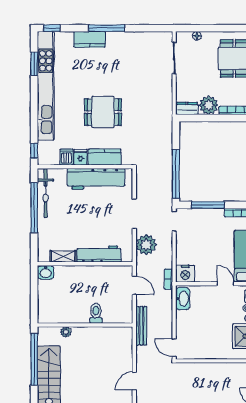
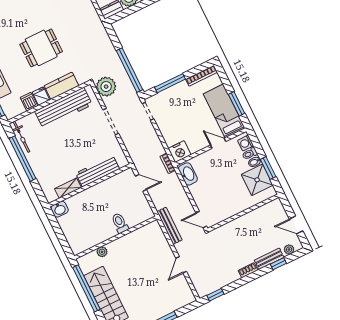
bicycle: (45, 193) -> (21, 137), width x0.73, depth x0.71
plant: (146, 245) -> (106, 87), moved
bench: (141, 326) -> (169, 226), moved

